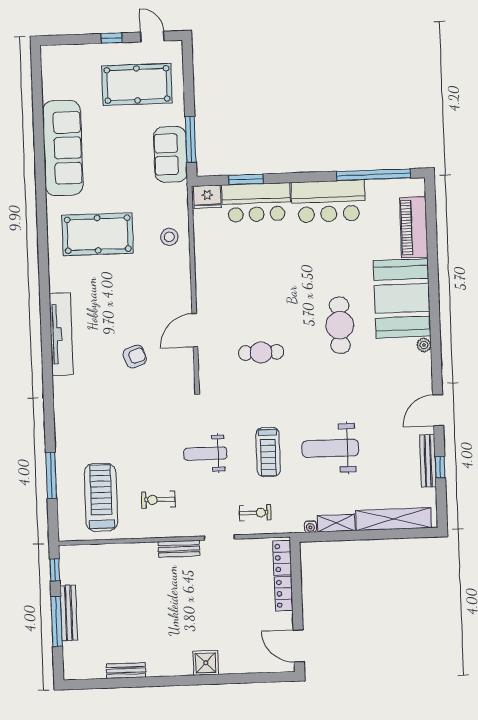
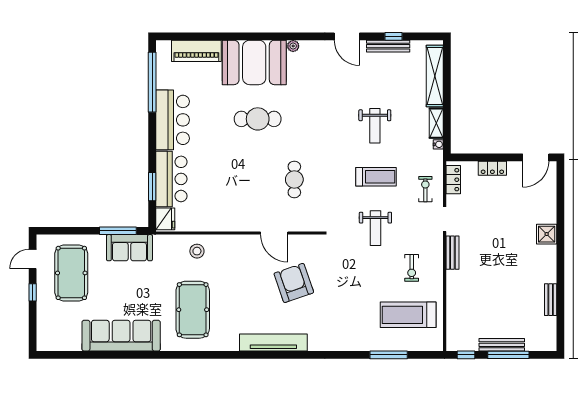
cafe table: (340, 325) -> (258, 119), moved
armchair: (135, 356) -> (294, 283), width x1.88, depth x1.88
weight bench: (330, 448) -> (375, 126), width x0.73, depth x0.75
locker: (282, 558) -> (453, 180), moved, turned -90

